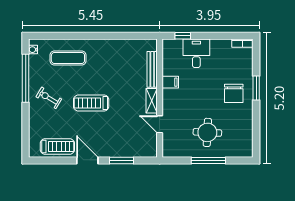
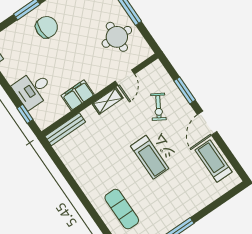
bench: (152, 69) -> (65, 129), moved
filing cabinet: (170, 82) -> (78, 95), width x2.00
exercise bike: (49, 98) -> (158, 107), moved
round table: (207, 132) -> (117, 37), moved

